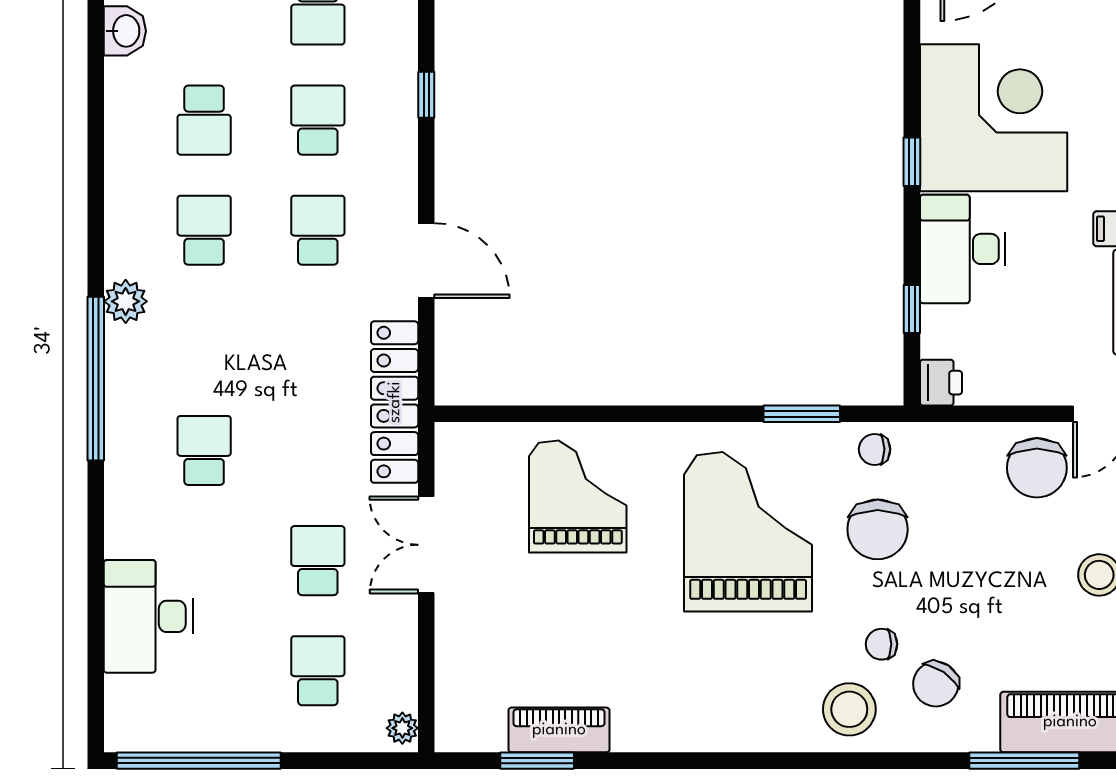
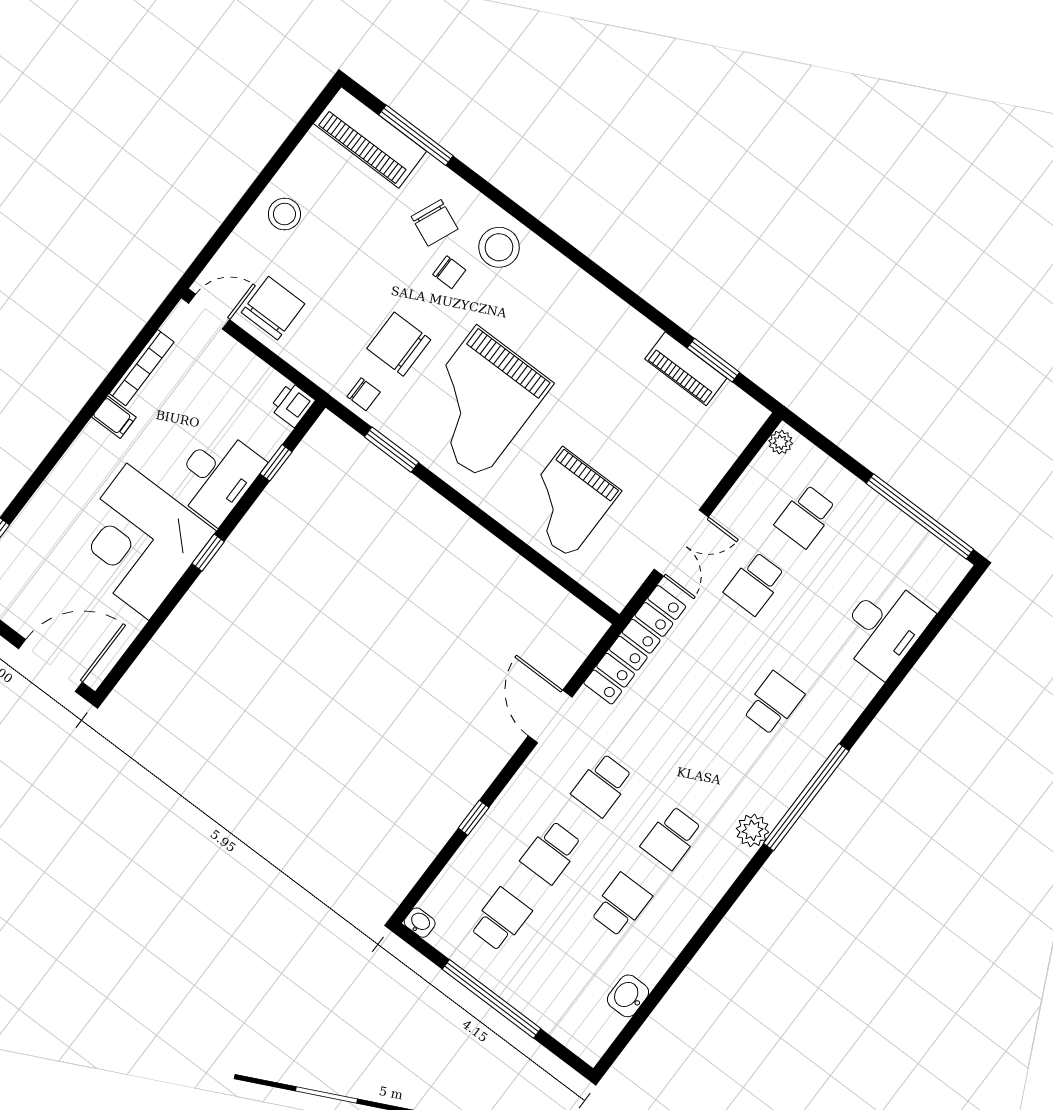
school desk: (204, 450) -> (773, 703), turned 180
chair: (878, 529) -> (399, 344), turned -90
chair: (936, 684) -> (435, 223), turned 79

